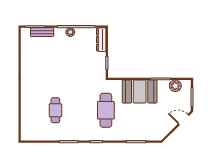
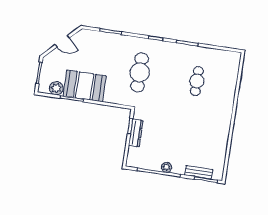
dresser: (101, 40) -> (136, 133), moved
booth: (140, 91) -> (85, 86), moved
door: (184, 120) -> (62, 41), moved

